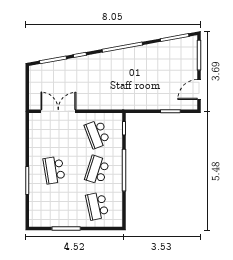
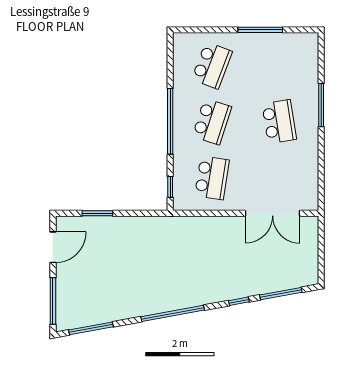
school desk: (97, 134) -> (212, 178), turned 30
school desk: (97, 206) -> (212, 65), turned 33

